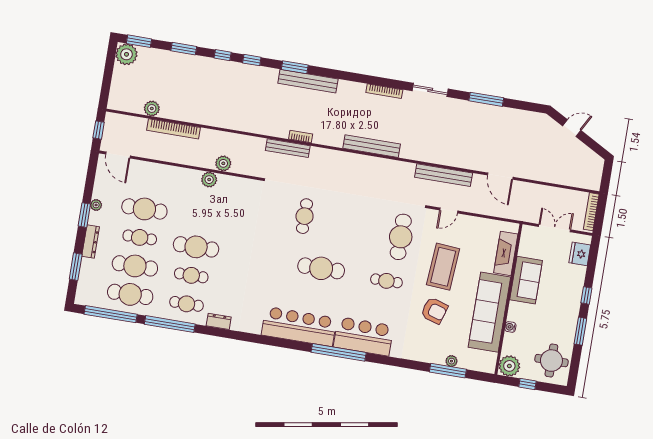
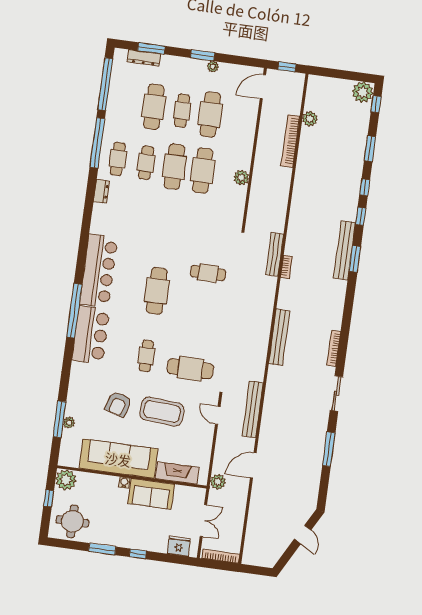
window: (139, 41) -> (376, 104), width x0.67
bench: (308, 81) -> (345, 250), moved
plant: (223, 163) -> (218, 482), moved
dresser: (91, 242) -> (144, 58), moved
cafe table: (130, 294) -> (203, 171), moved
water cooler: (510, 327) -> (124, 482), moved

